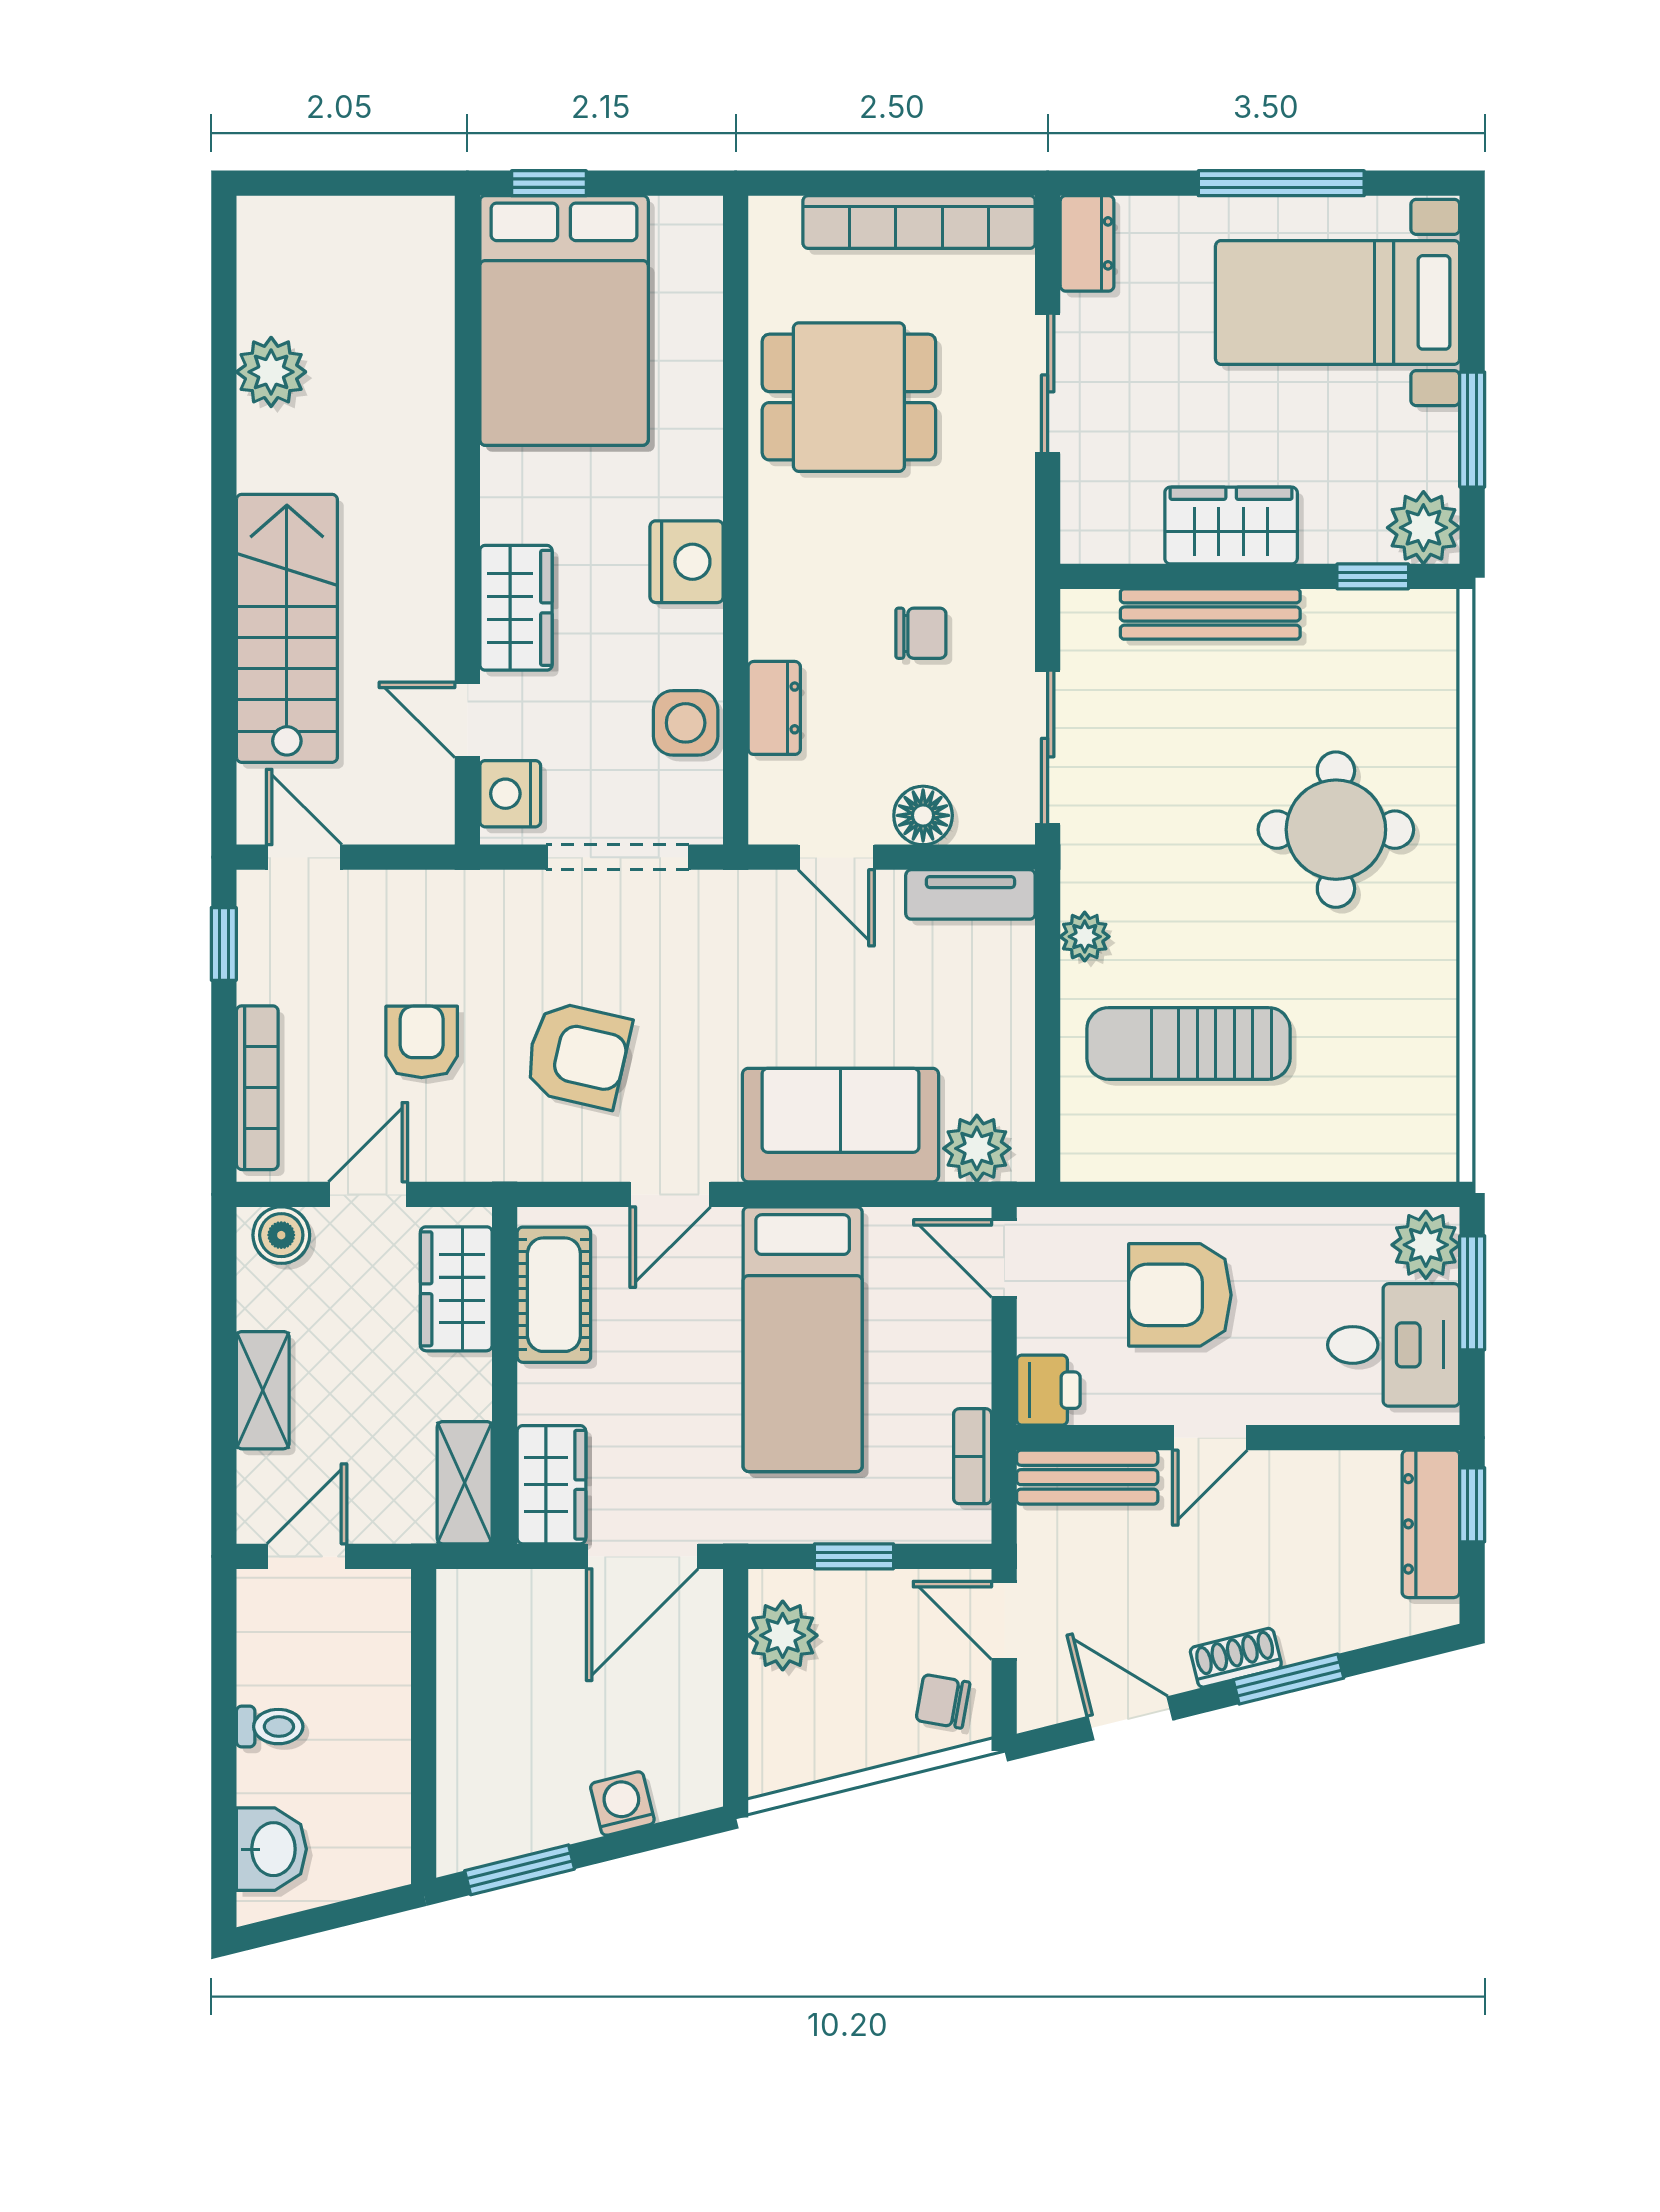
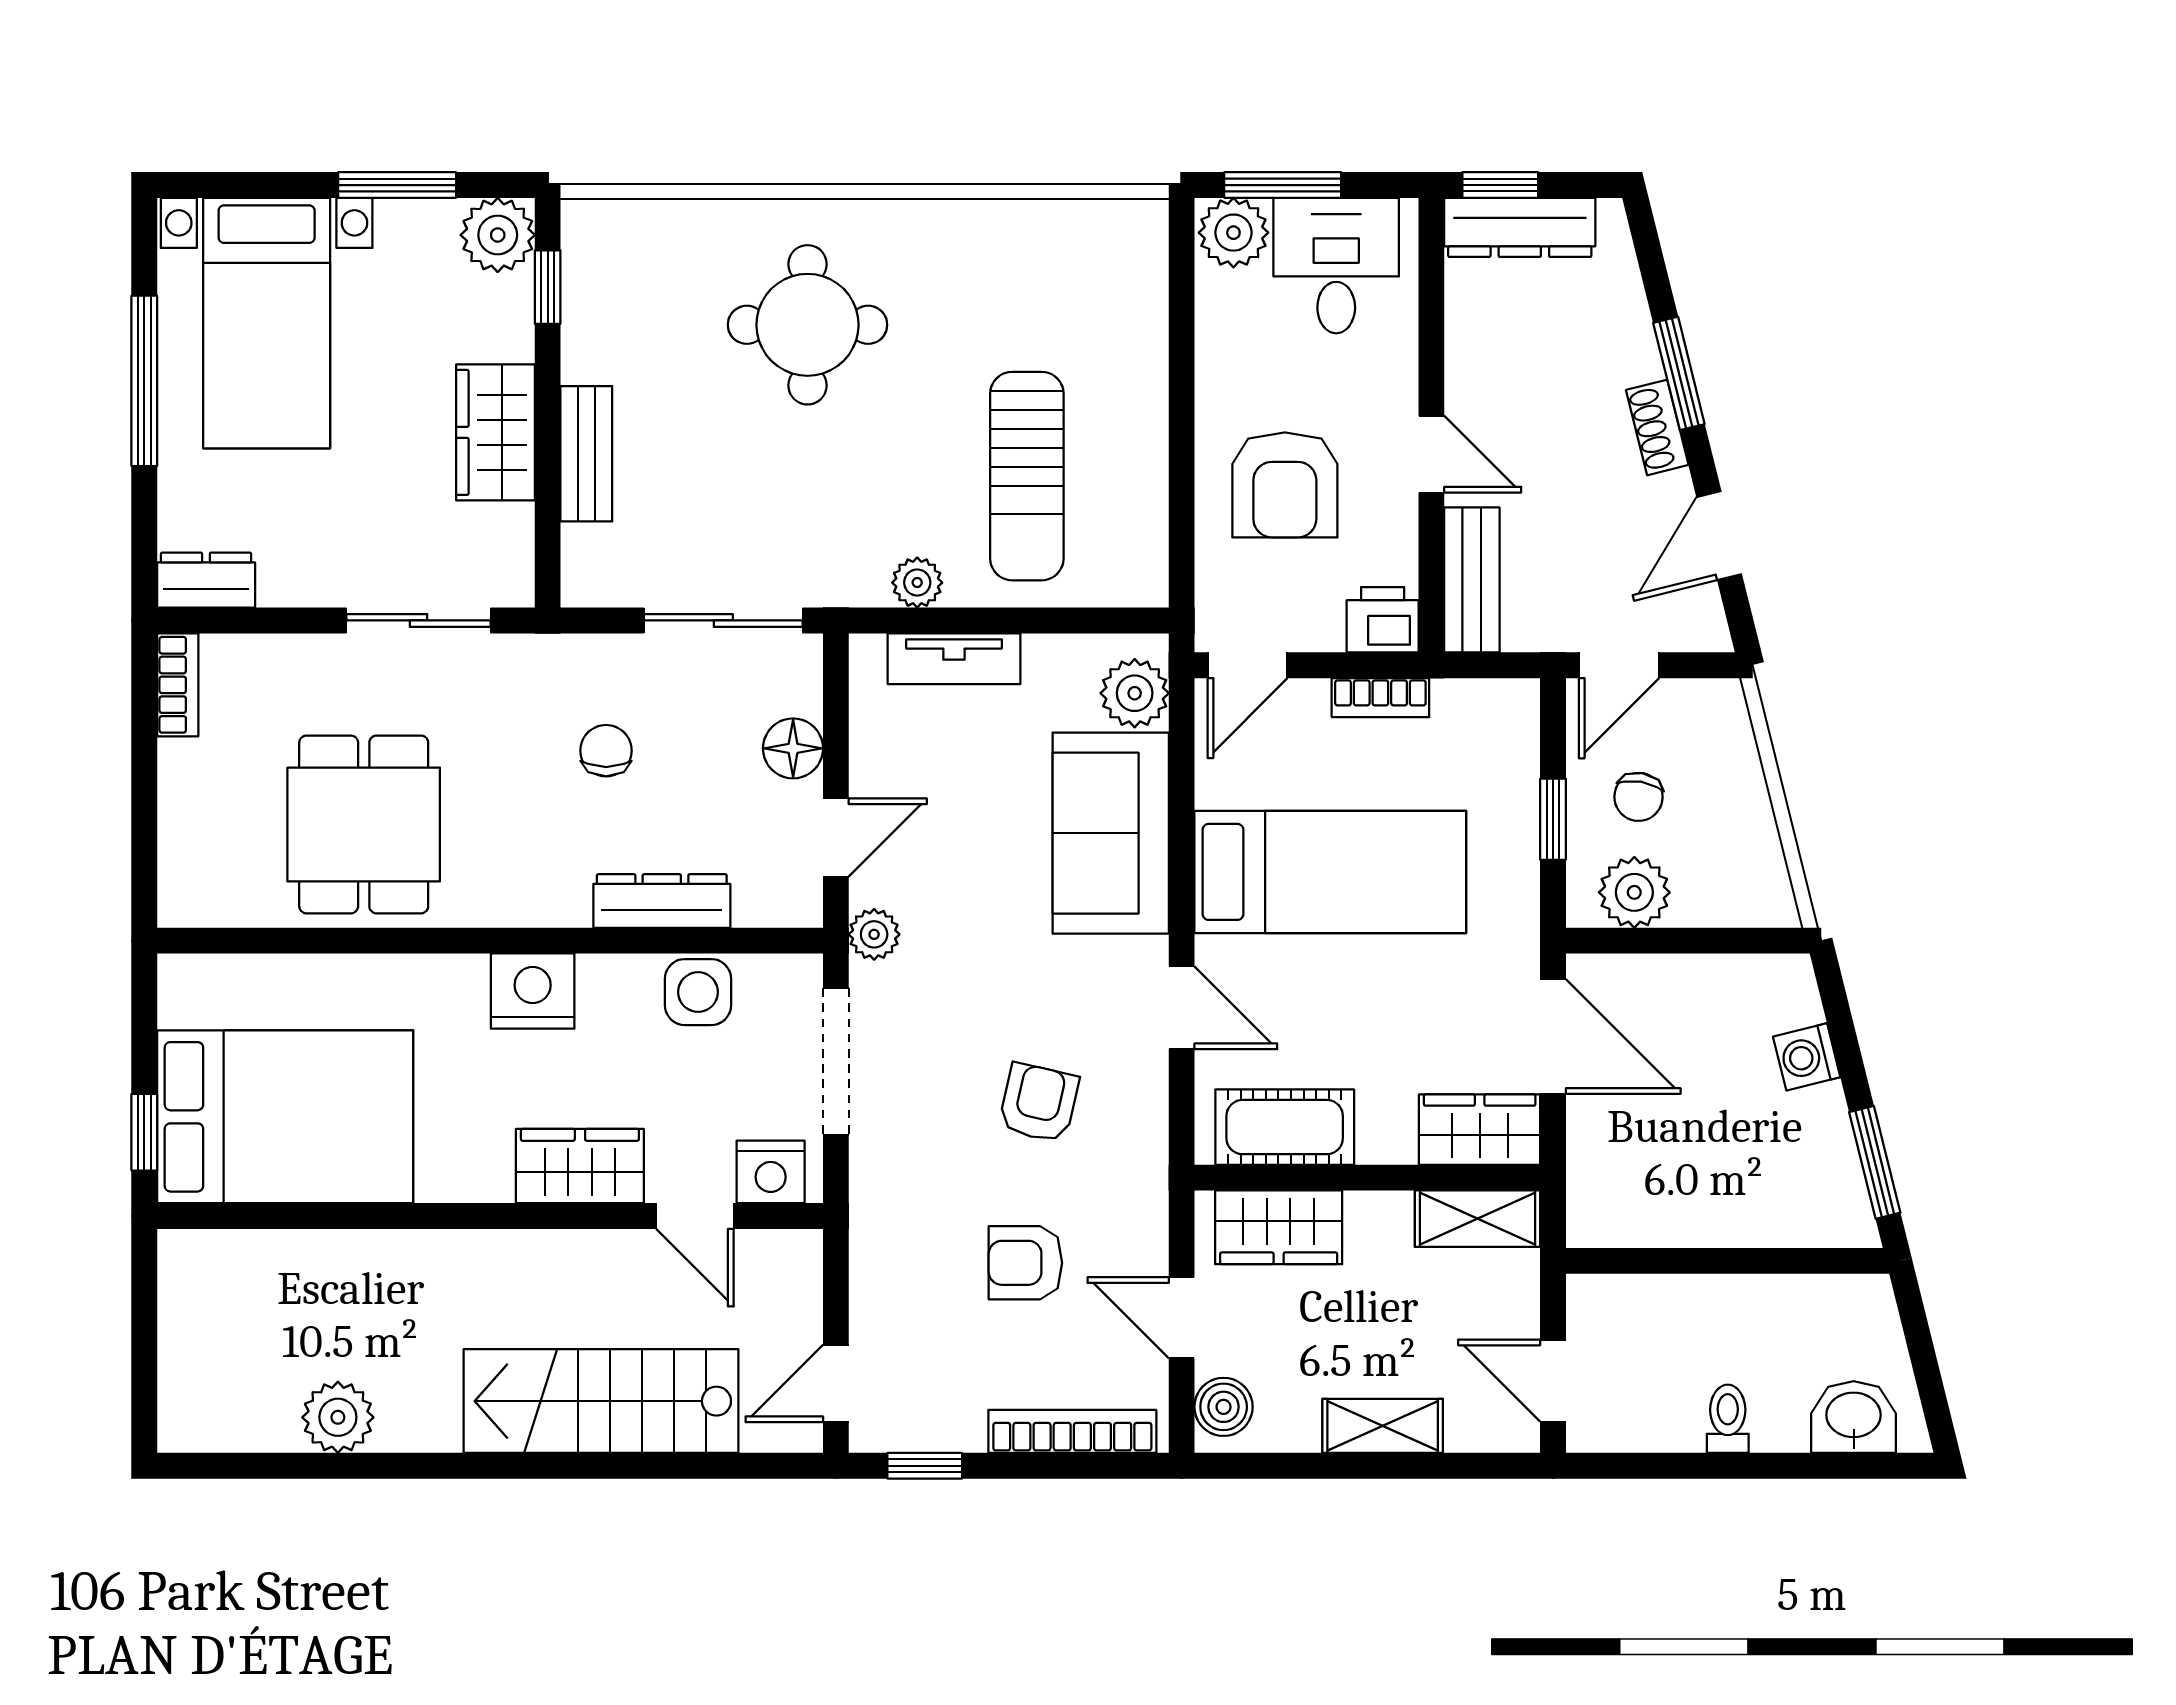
bookcase: (919, 222) -> (178, 685), width x0.43, depth x0.76
sliding door: (1048, 383) -> (419, 620), moved
bench: (1210, 614) -> (586, 454), width x0.73
dresser: (774, 708) -> (662, 901), width x1.44
door: (467, 720) -> (695, 1216), hinge flipped
tv unit: (970, 894) -> (954, 659), moved, turned 90
plant: (742, 895) -> (874, 934), added
armchair: (578, 1055) -> (1039, 1103), width x0.72, depth x0.72
bookcase: (973, 1456) -> (1380, 698), moved
chair: (943, 1701) -> (1638, 797), moved

